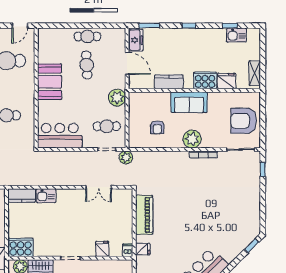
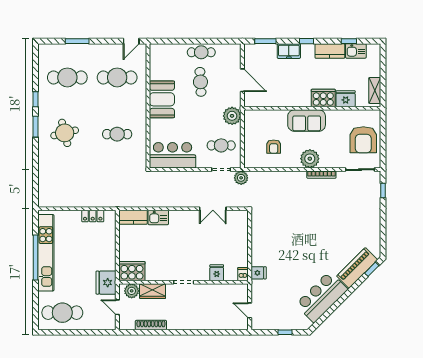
freezer: (136, 40) -> (289, 51), moved, turned 90
kitchen counter: (169, 82) -> (330, 51), moved, turned 180
armchair: (244, 121) -> (363, 140), turned -90
piano: (144, 215) -> (357, 268), moved, turned -135

